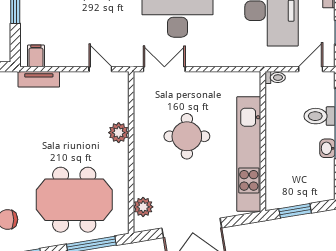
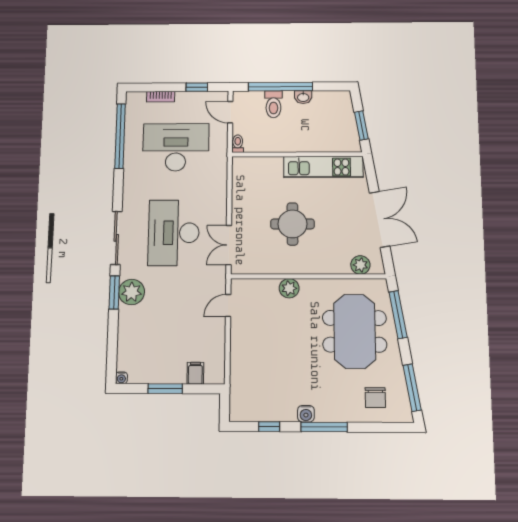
filing cabinet: (36, 56) -> (195, 373), moved, turned 90
tv unit: (39, 79) -> (237, 366), removed
kitchen unit: (249, 154) -> (323, 167), width x0.73

